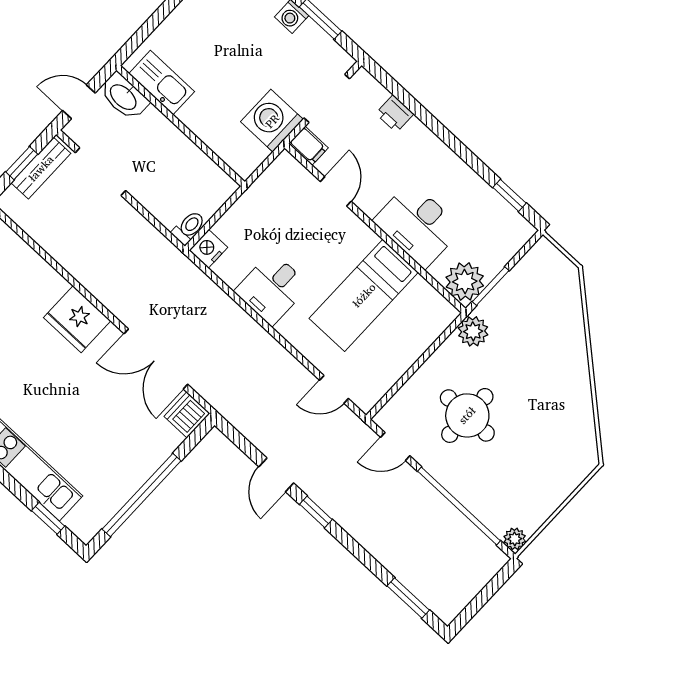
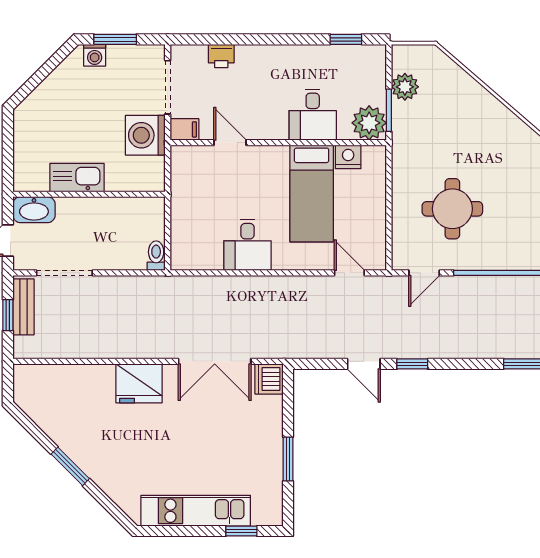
kitchen sink: (162, 83) -> (77, 178), moved
desk: (418, 225) -> (313, 115), width x0.73
nightstand: (208, 249) -> (348, 157), moved, turned 90
plant: (473, 331) -> (405, 87), moved
door: (334, 389) -> (349, 273), swing flipped
window: (142, 495) -> (288, 459), width x0.47

